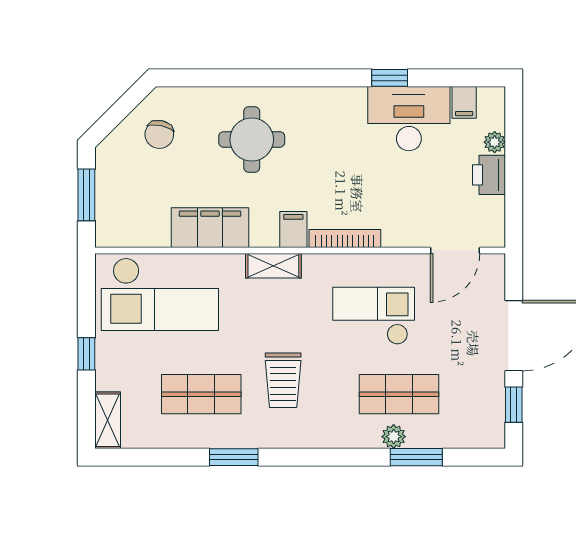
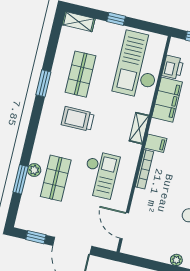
printer: (489, 175) -> (173, 67), moved, turned 90

